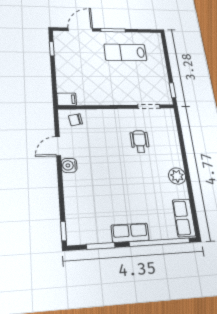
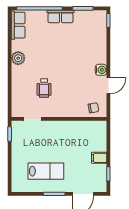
filing cabinet: (67, 99) -> (99, 158), moved

